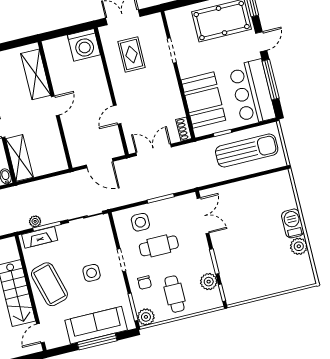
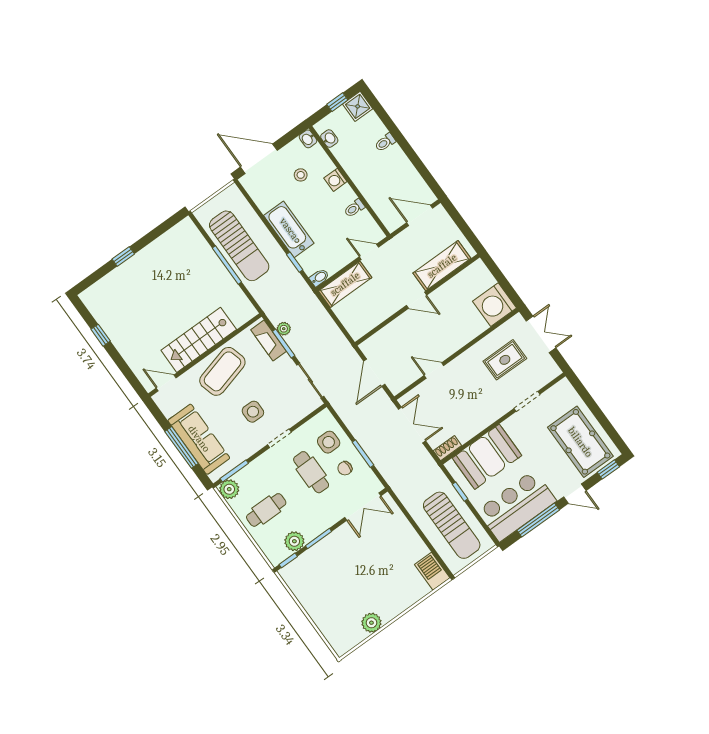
barbecue: (293, 223) -> (432, 571), moved, turned -90
chair: (145, 283) -> (345, 468), moved

